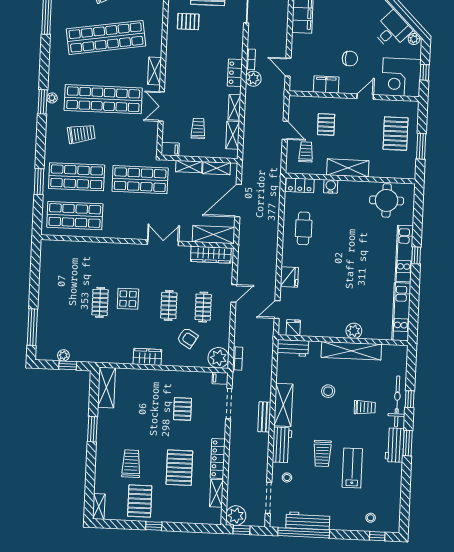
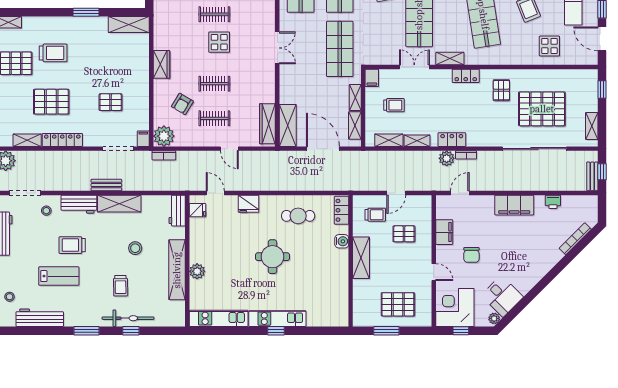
locker: (172, 56) -> (466, 76), added
round table: (387, 200) -> (272, 257), moved
double door: (163, 243) -> (277, 48), moved
workbench: (395, 445) -> (40, 318), moved, width x1.38

